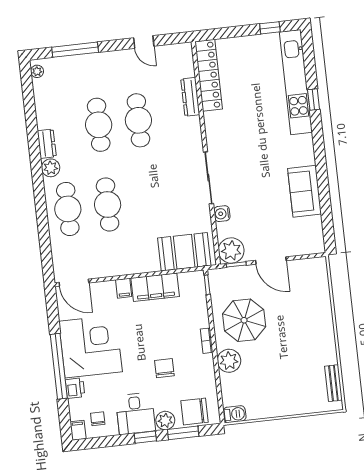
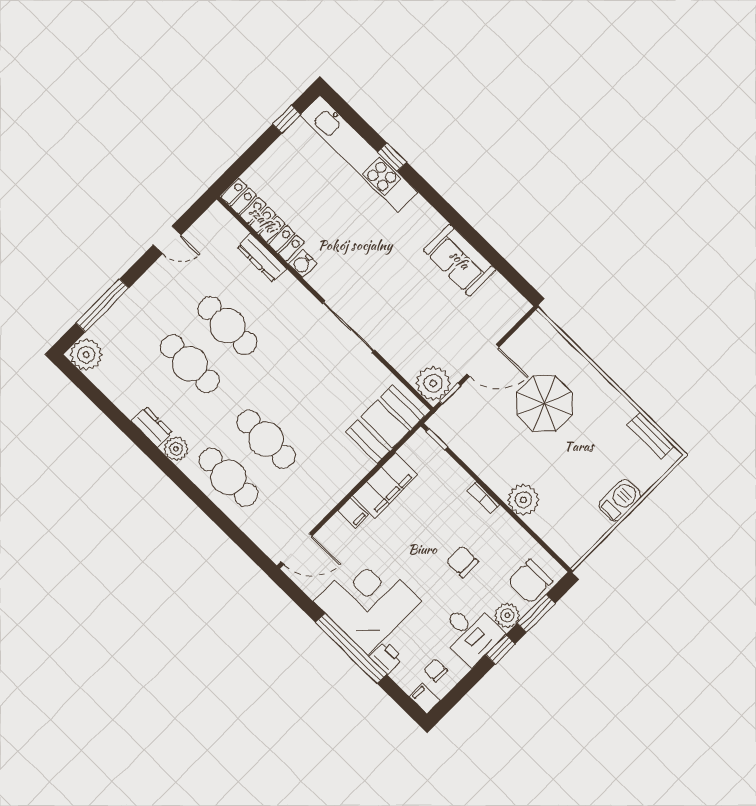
plant: (37, 71) -> (86, 355), width x1.88, depth x1.88
water cooler: (222, 214) -> (303, 264), moved
parasol: (244, 320) -> (544, 403), moved
barbecue: (234, 414) -> (620, 500), moved, width x1.38, depth x1.27

